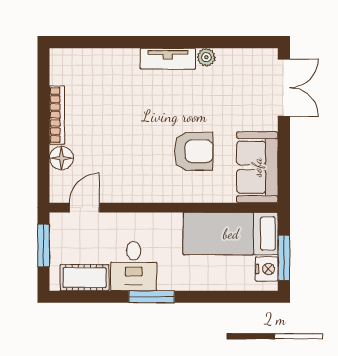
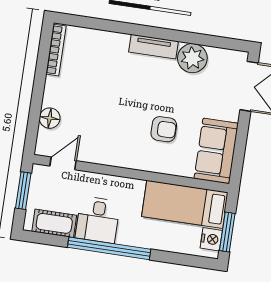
plant: (206, 57) -> (192, 58), width x1.87, depth x1.87
bookcase: (57, 115) -> (56, 50), moved
armchair: (194, 151) -> (164, 129), width x0.72, depth x0.72
window: (152, 297) -> (109, 248), width x2.11

